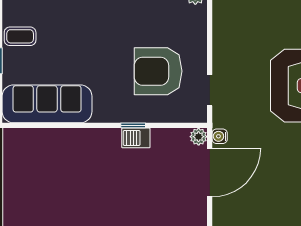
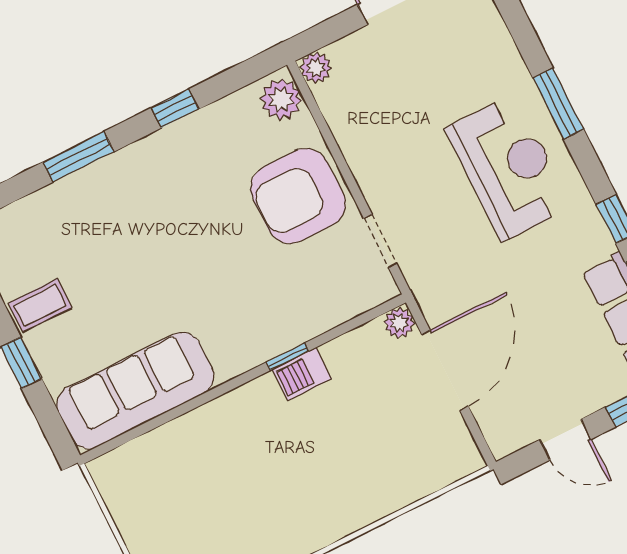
armchair: (158, 71) -> (298, 196), moved
water cooler: (220, 136) -> (432, 306), removed

